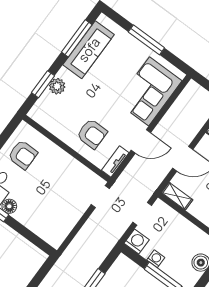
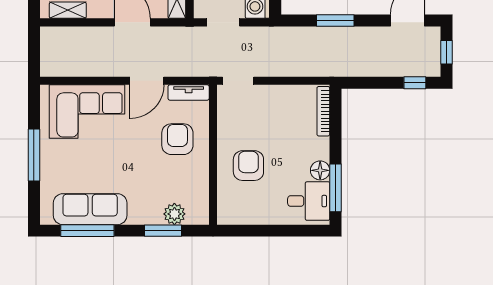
plant: (57, 86) -> (174, 214), moved
door: (141, 141) -> (147, 81), swing flipped
armchair: (23, 155) -> (248, 166), moved
bookcase: (44, 235) -> (323, 111), added

